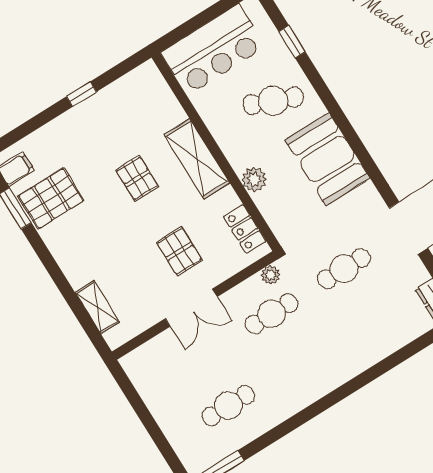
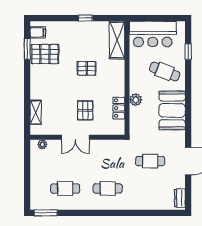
shelving: (197, 159) -> (117, 40), moved
pallet: (137, 178) -> (87, 68), turned 90
locker: (245, 229) -> (119, 108), moved
plant: (271, 275) -> (42, 144), moved
cafe table: (272, 314) -> (108, 188), moved

